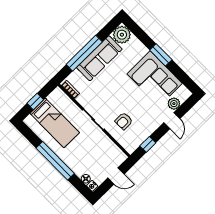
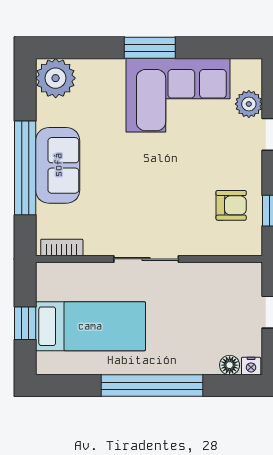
sofa: (99, 58) -> (58, 165), width x0.73
armchair: (124, 121) -> (231, 205), moved, turned -90

